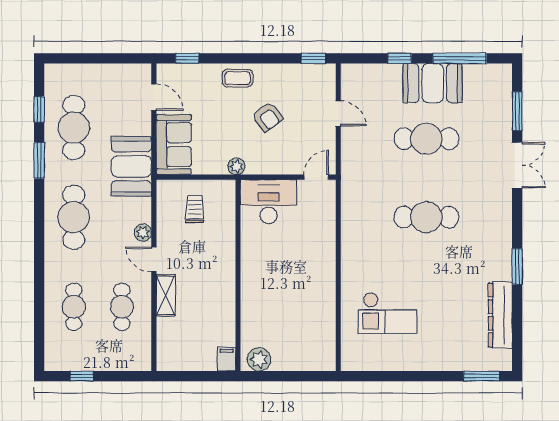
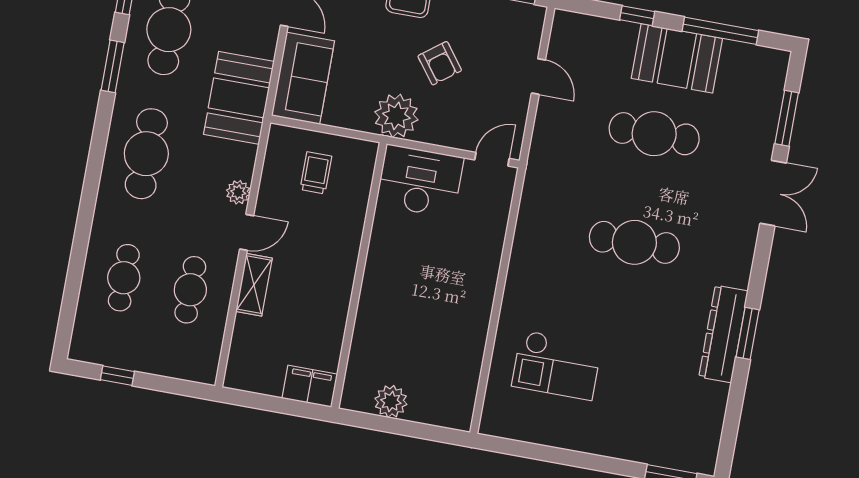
plant: (236, 166) -> (396, 116), width x1.88, depth x1.88
door: (154, 259) -> (247, 232), swing flipped
dresser: (500, 315) -> (723, 334), moved
filing cabinet: (227, 359) -> (310, 386), width x2.00
plant: (259, 359) -> (391, 401), moved

